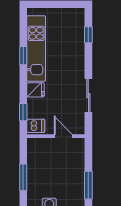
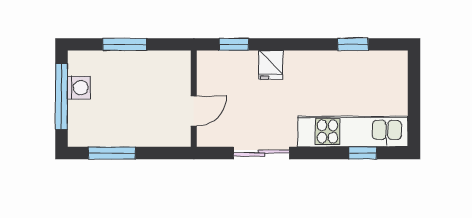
kitchen unit: (36, 49) -> (353, 131), moved, turned 180
window: (23, 56) -> (353, 44), moved
dishwasher: (36, 126) -> (211, 65), removed

